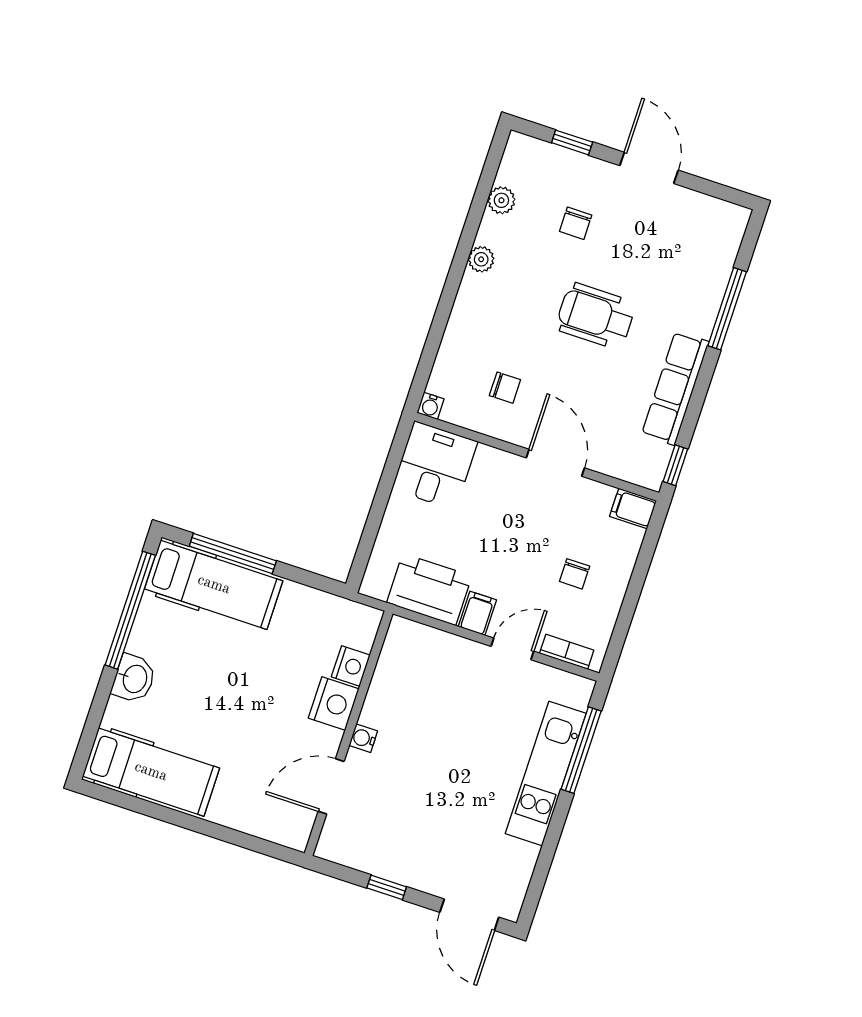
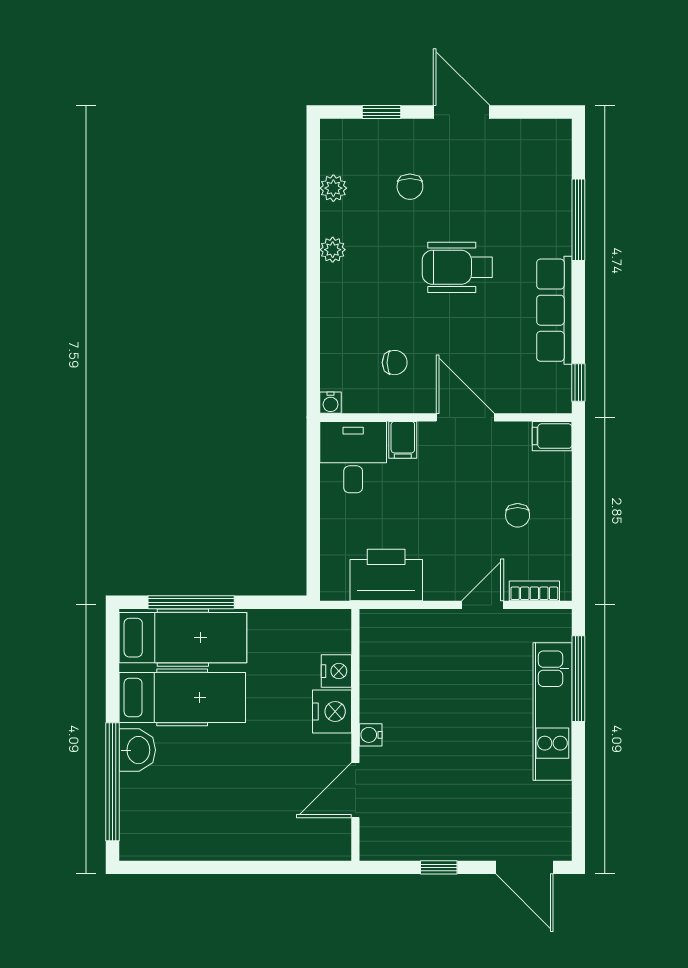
window: (130, 610) -> (113, 782), moved
filing cabinet: (477, 613) -> (403, 440), moved, turned 180
hospital bed: (151, 772) -> (182, 697), moved

